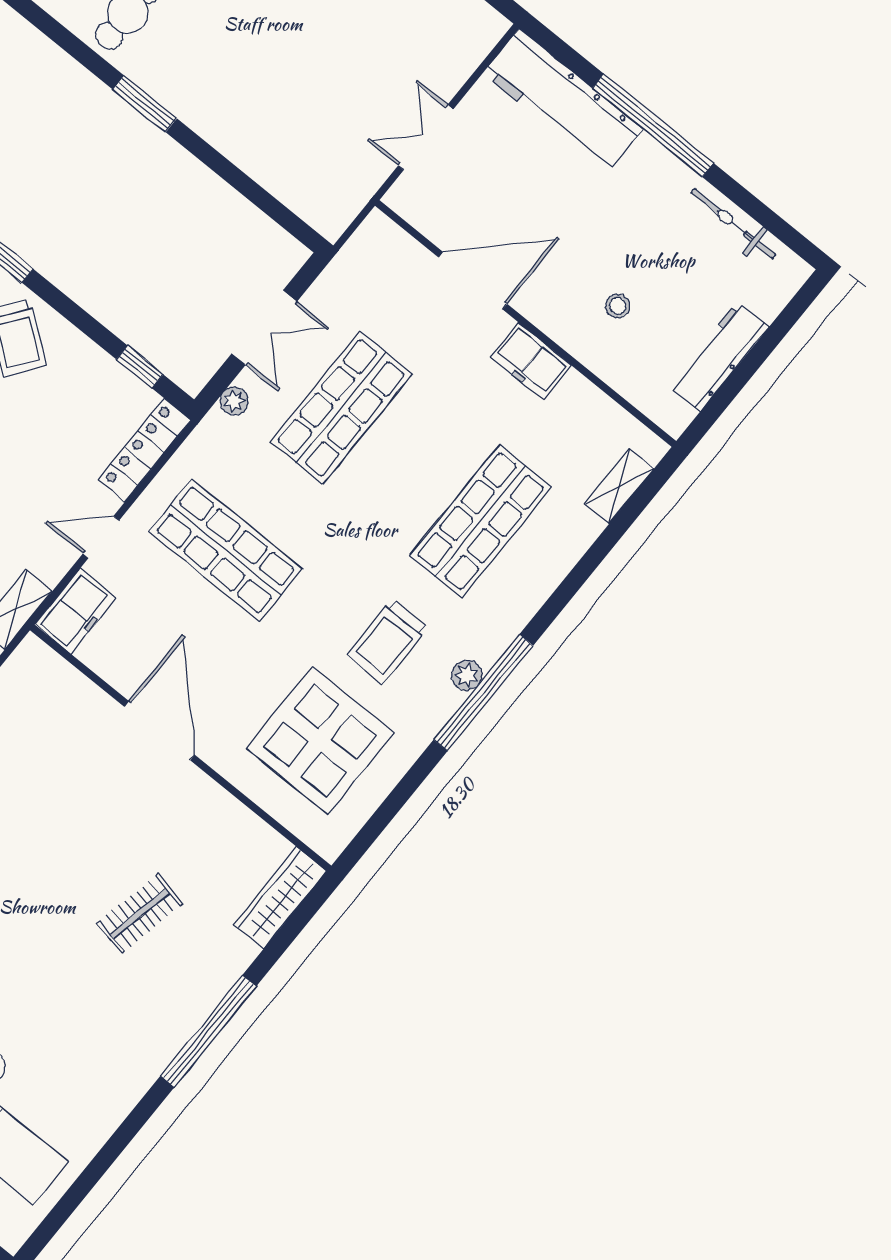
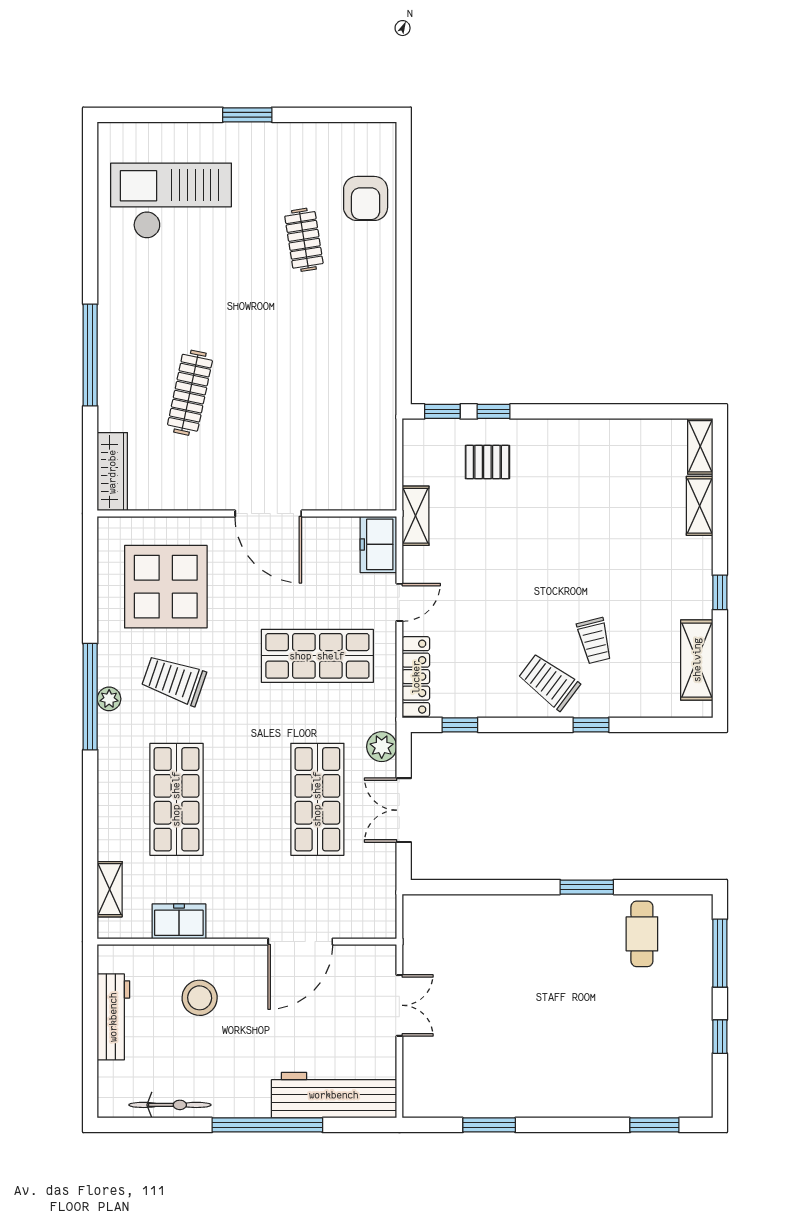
stool: (618, 306) -> (200, 998), width x1.89, depth x1.89
freezer: (531, 361) -> (179, 921), moved
plant: (234, 401) -> (382, 747), width x1.38, depth x1.38
trolley: (387, 642) -> (174, 680), turned -71
clothes rail: (140, 914) -> (190, 393), width x1.36

